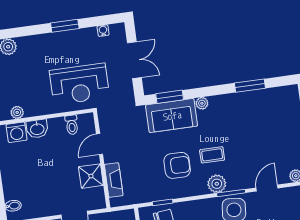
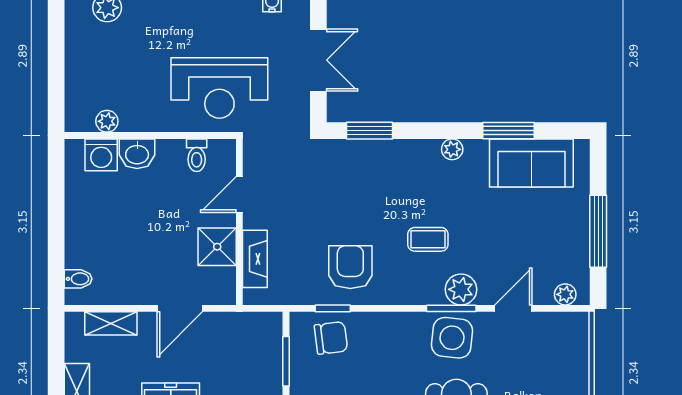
plant: (202, 103) -> (452, 149), moved
sofa: (172, 116) -> (531, 163), moved
armchair: (177, 165) -> (350, 267), moved, turned -90
plant: (217, 184) -> (461, 289), moved

